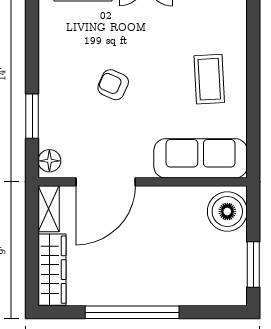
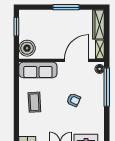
window: (32, 116) -> (107, 87), width x2.11
window: (132, 312) -> (66, 7), width x0.68

